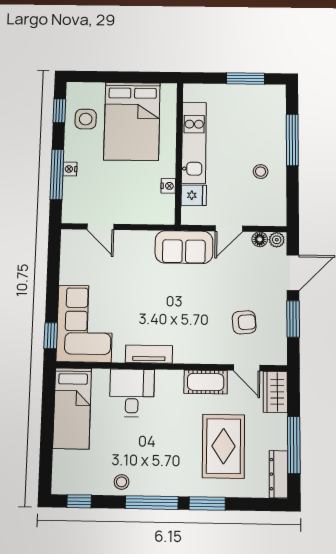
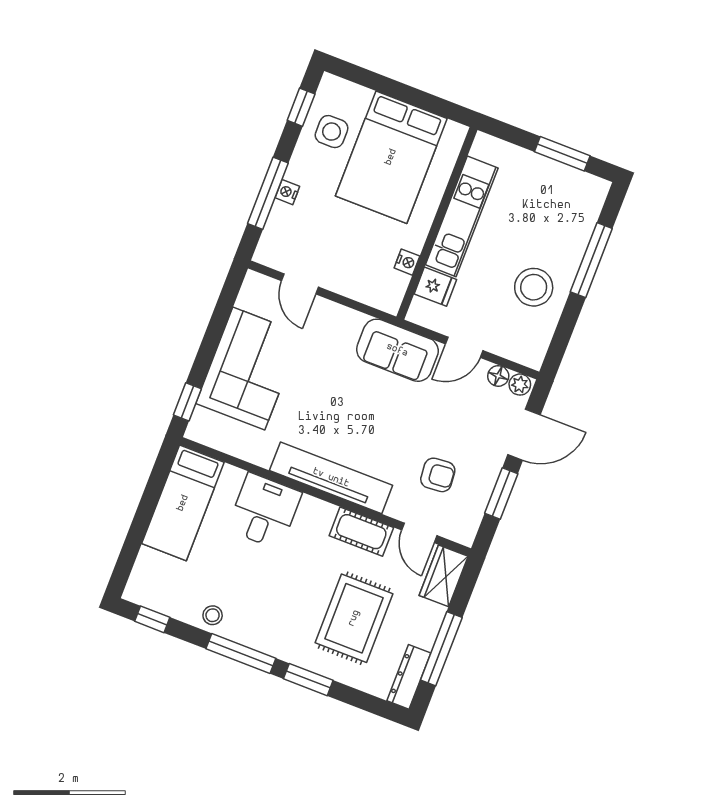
stool: (261, 172) -> (534, 287), width x1.89, depth x1.89
corner sofa: (85, 324) -> (249, 369), moved
tv unit: (149, 354) -> (331, 478), width x1.92, depth x1.29

